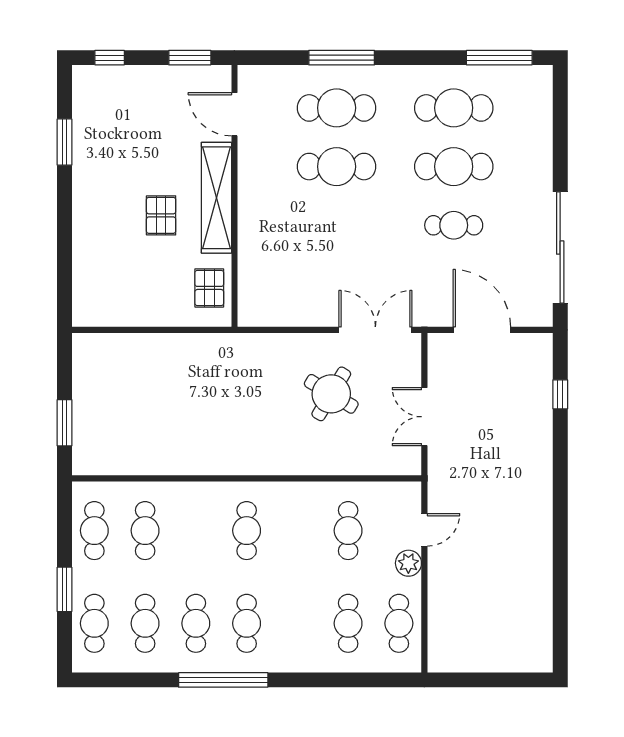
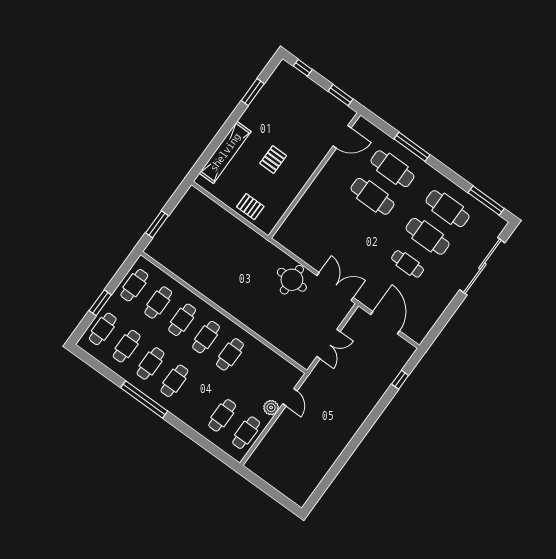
door: (234, 114) -> (342, 137), swing flipped
shelving: (216, 198) -> (225, 152), moved
sliding door: (560, 248) -> (482, 266), moved
pallet: (209, 288) -> (250, 207), moved, turned 90
round table: (331, 394) -> (292, 280), moved, turned -31
double door: (424, 417) -> (329, 344), swing flipped
door: (424, 530) -> (290, 397), hinge flipped
cafe table: (196, 531) -> (182, 320), added
cafe table: (348, 531) -> (230, 354), moved

